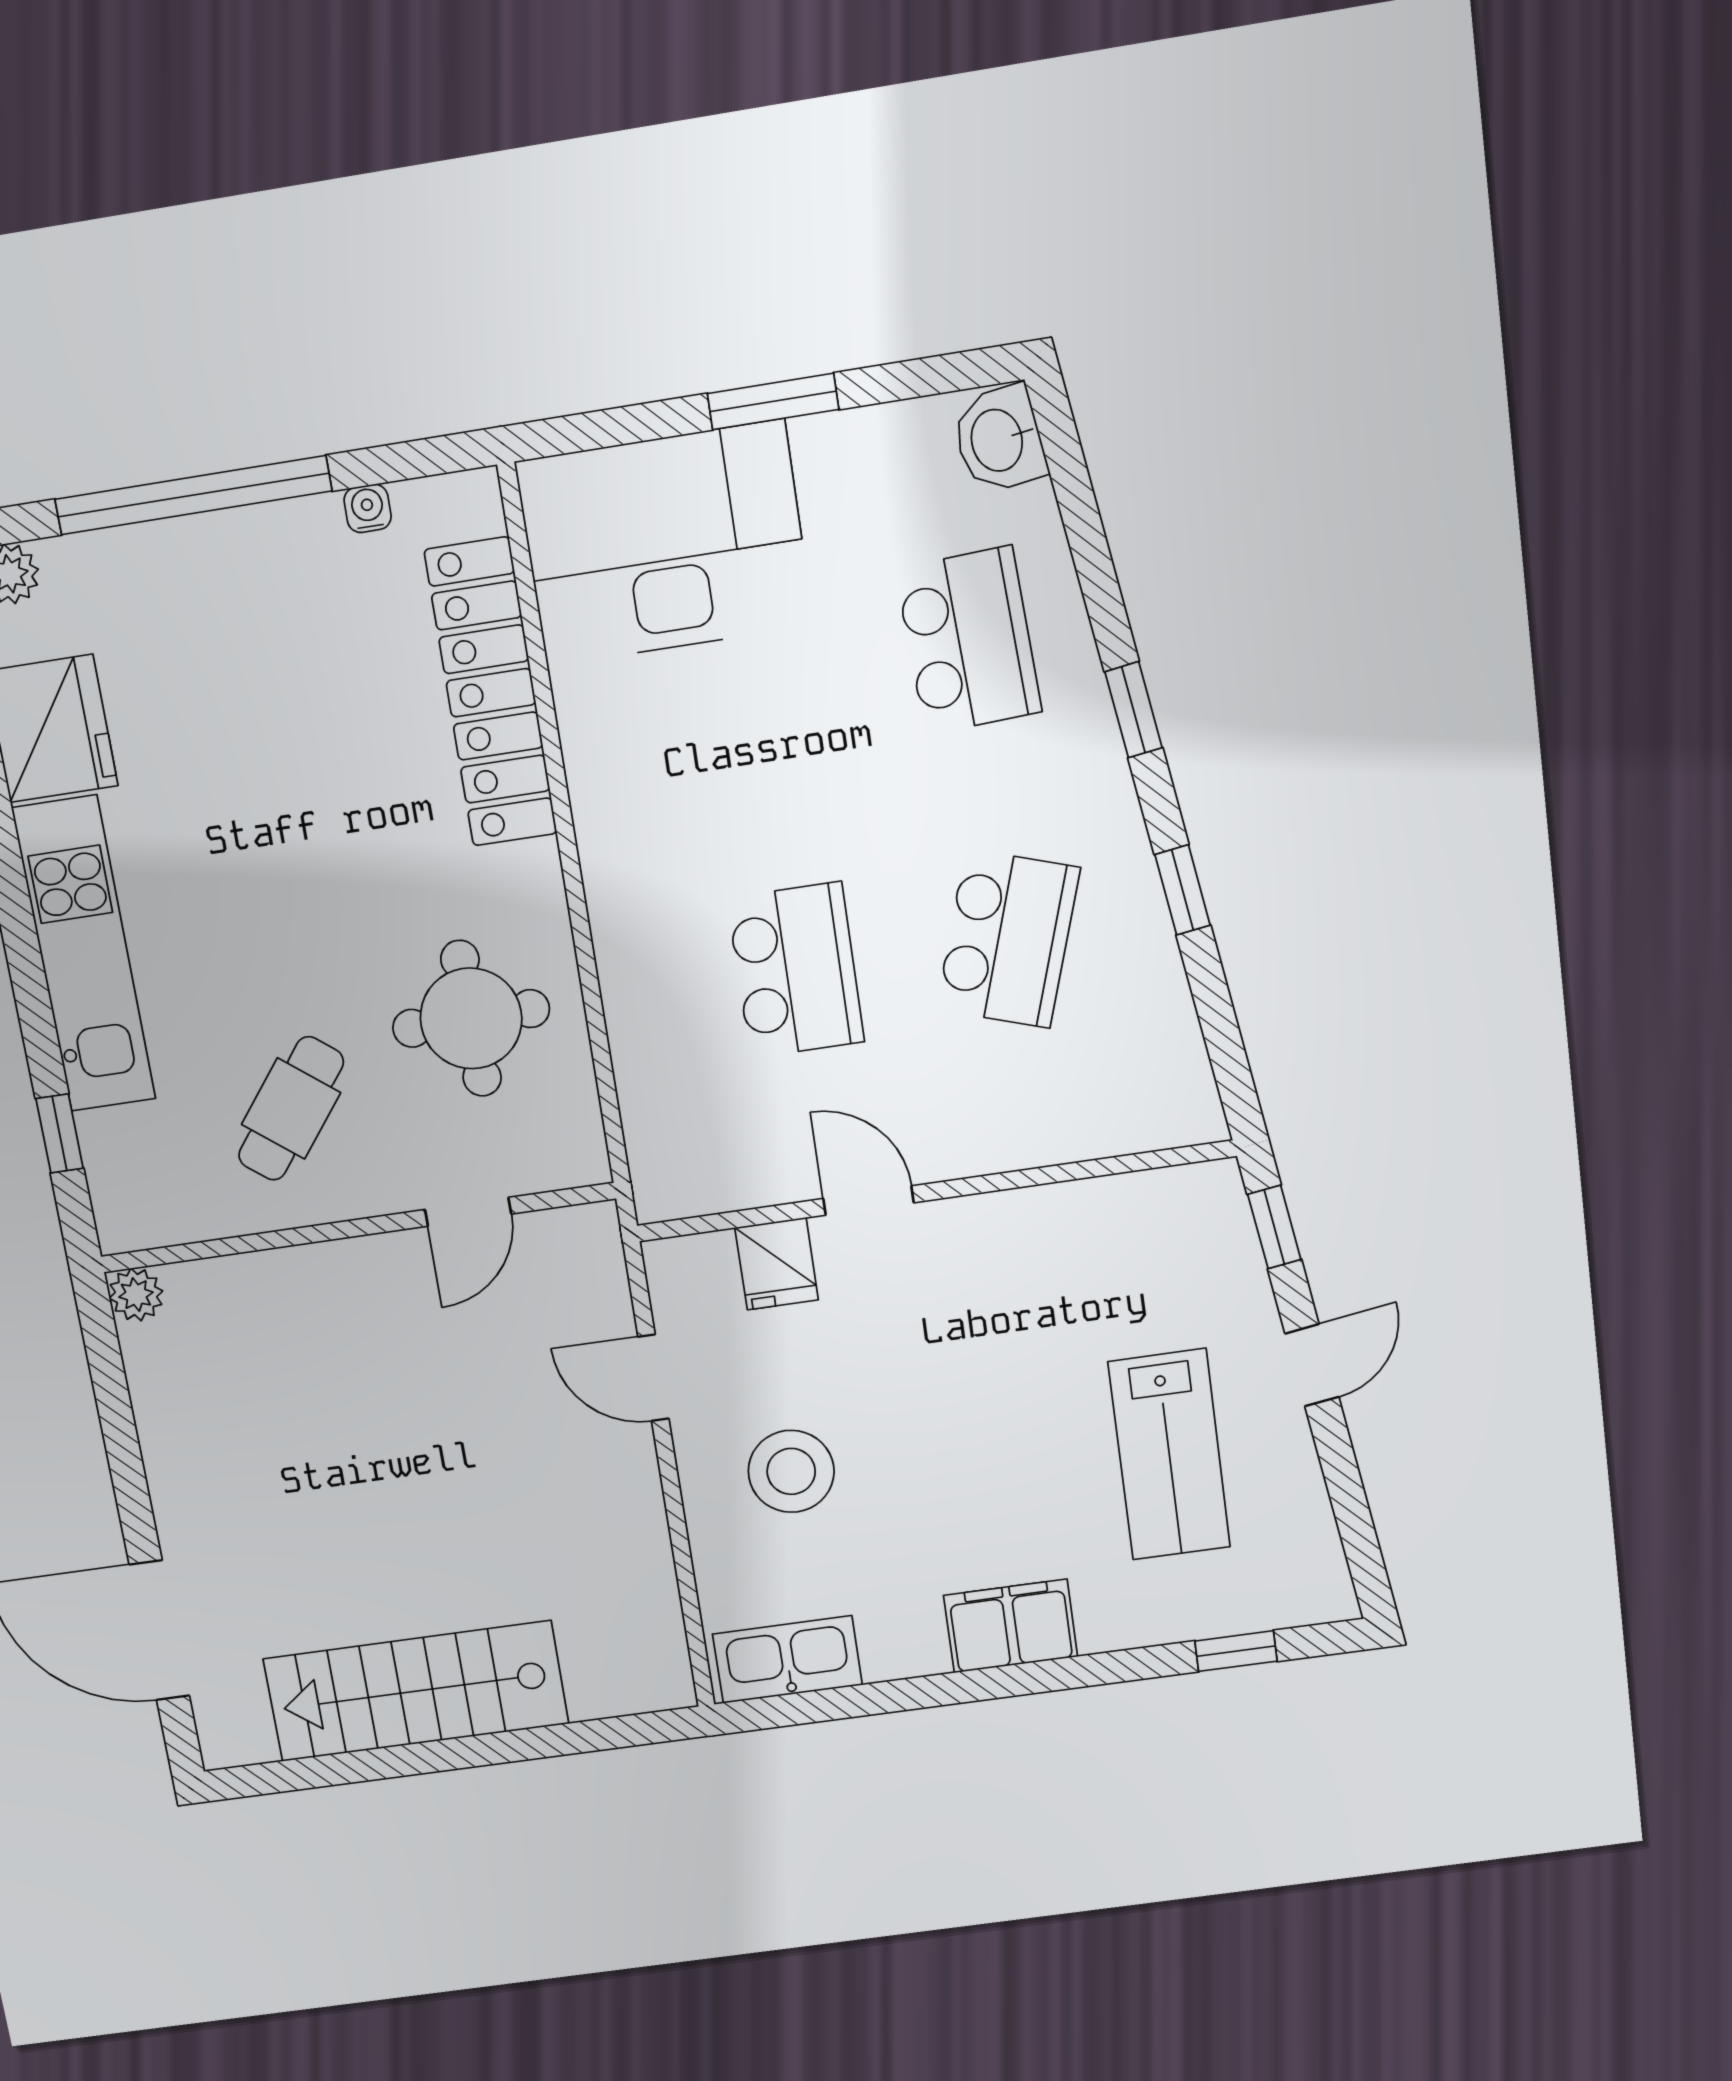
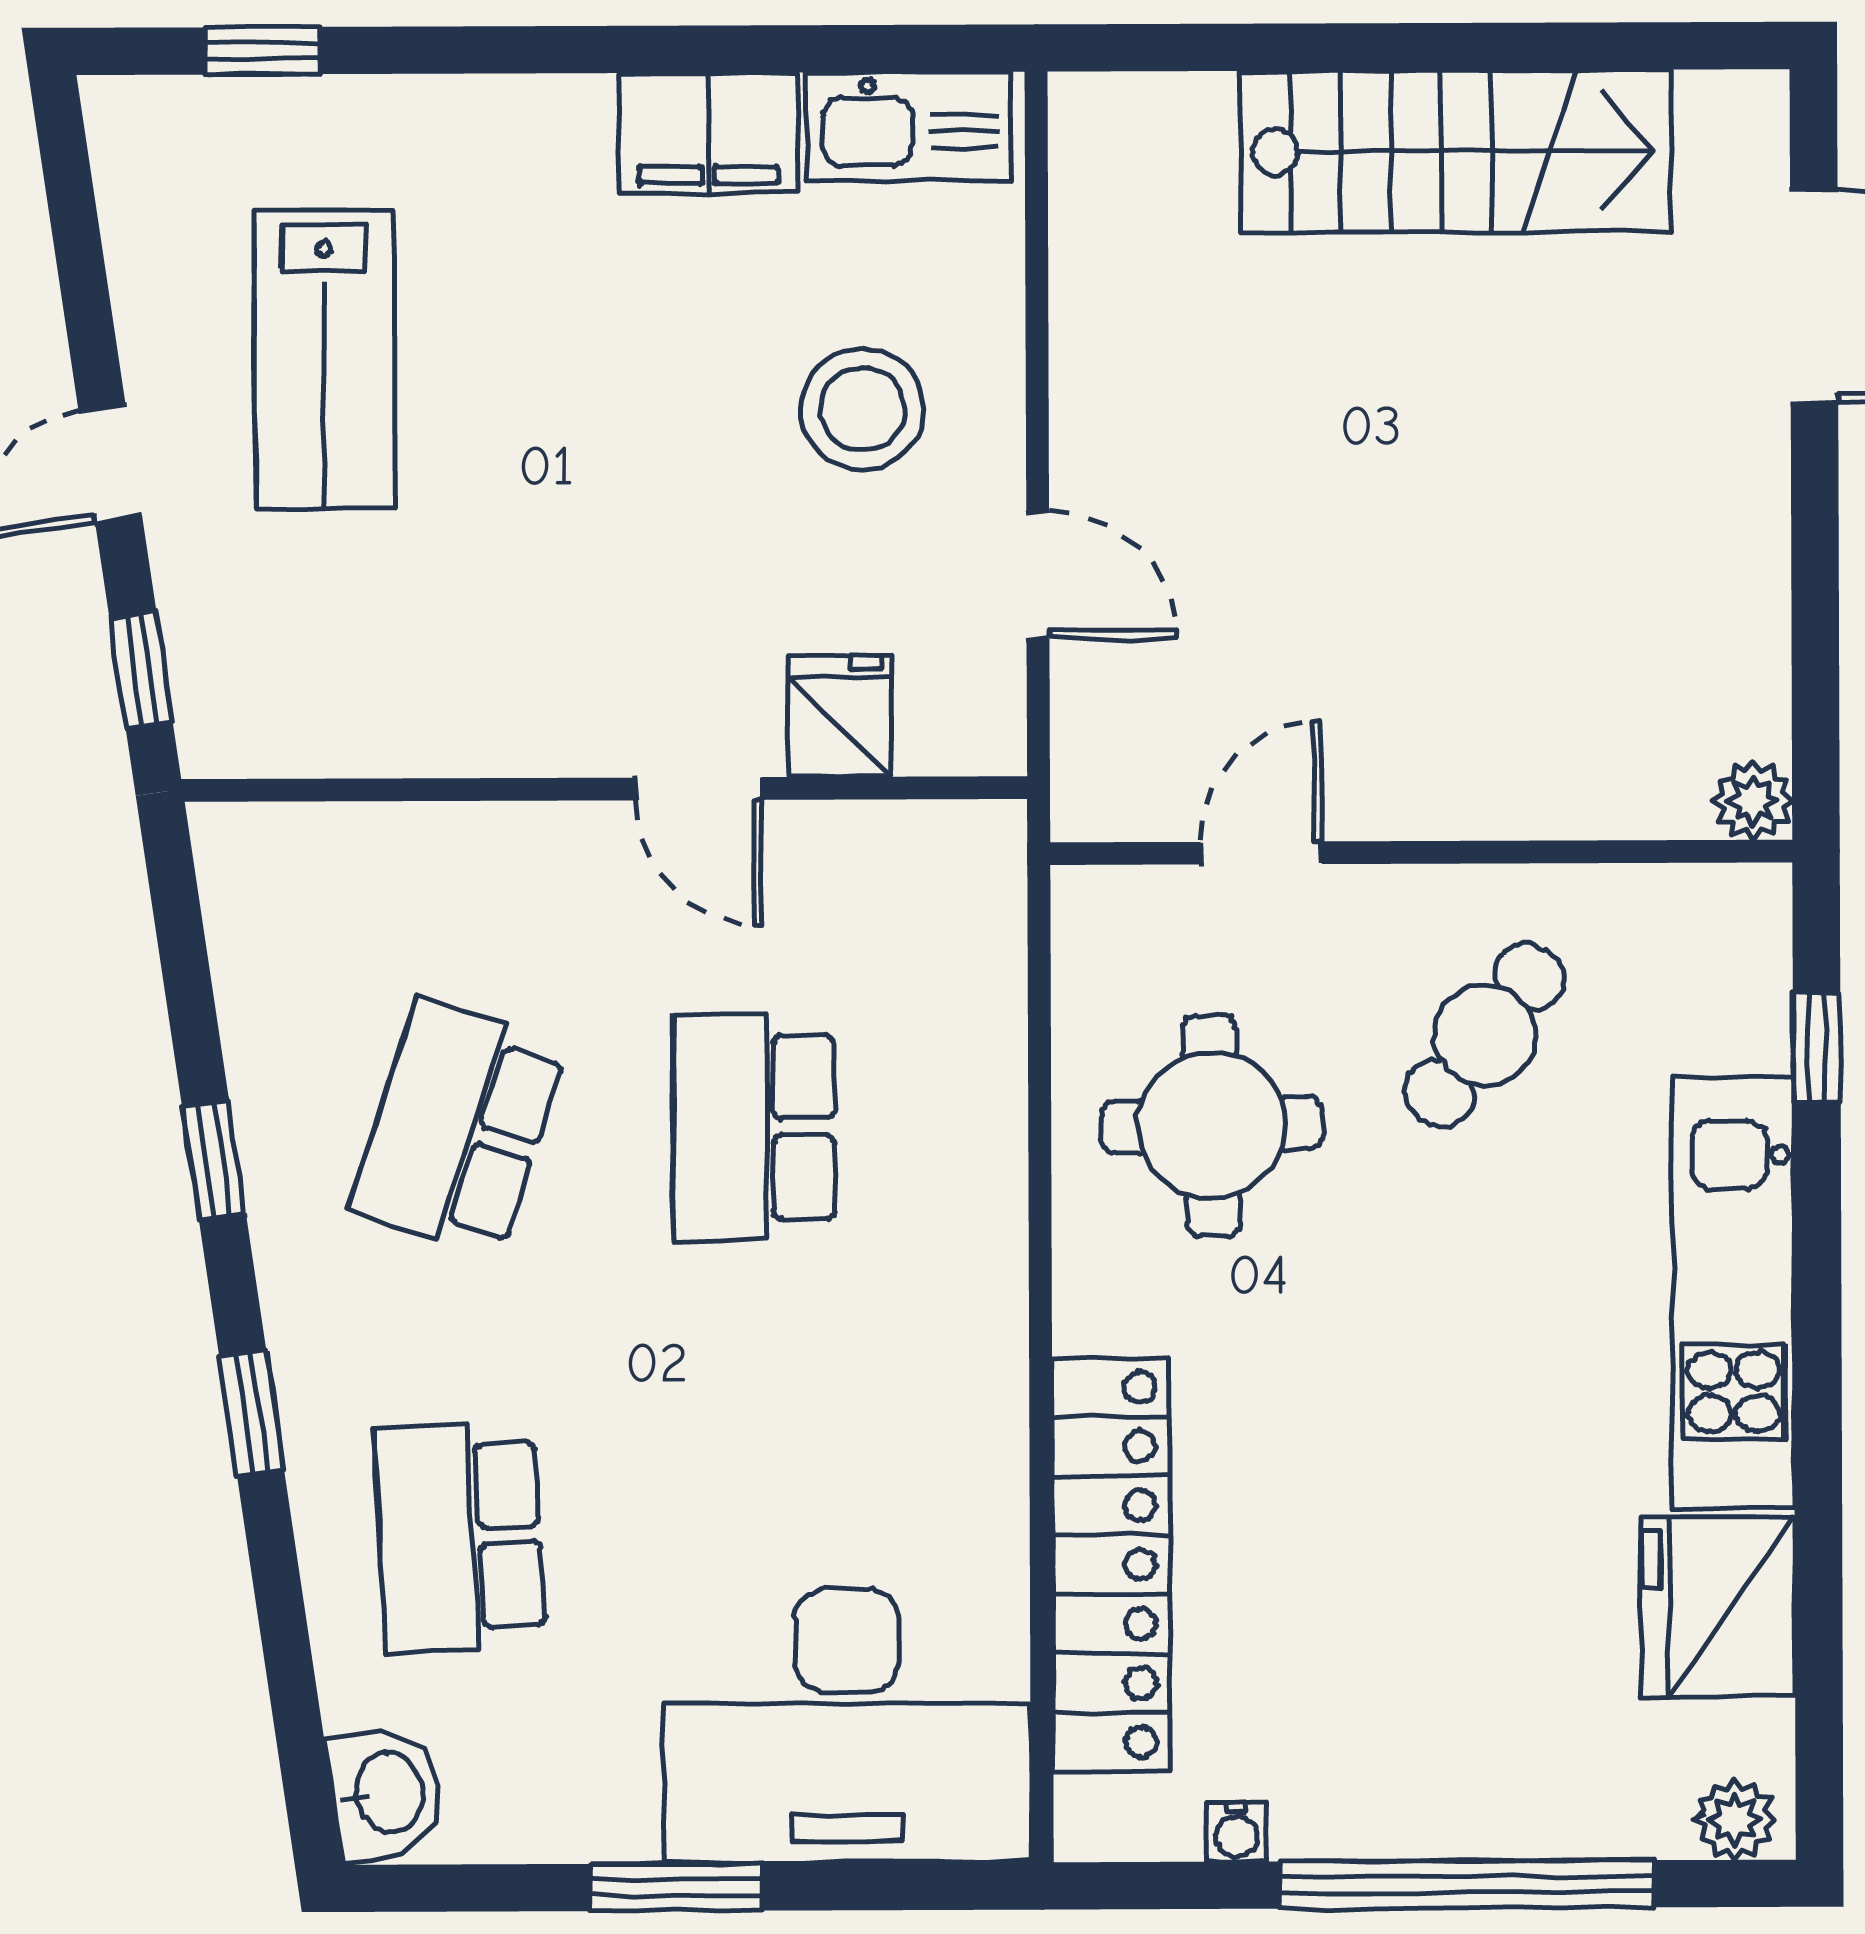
lab bench: (1169, 1455) -> (324, 359), turned 180
filing cabinet: (1011, 1626) -> (708, 133), moved

